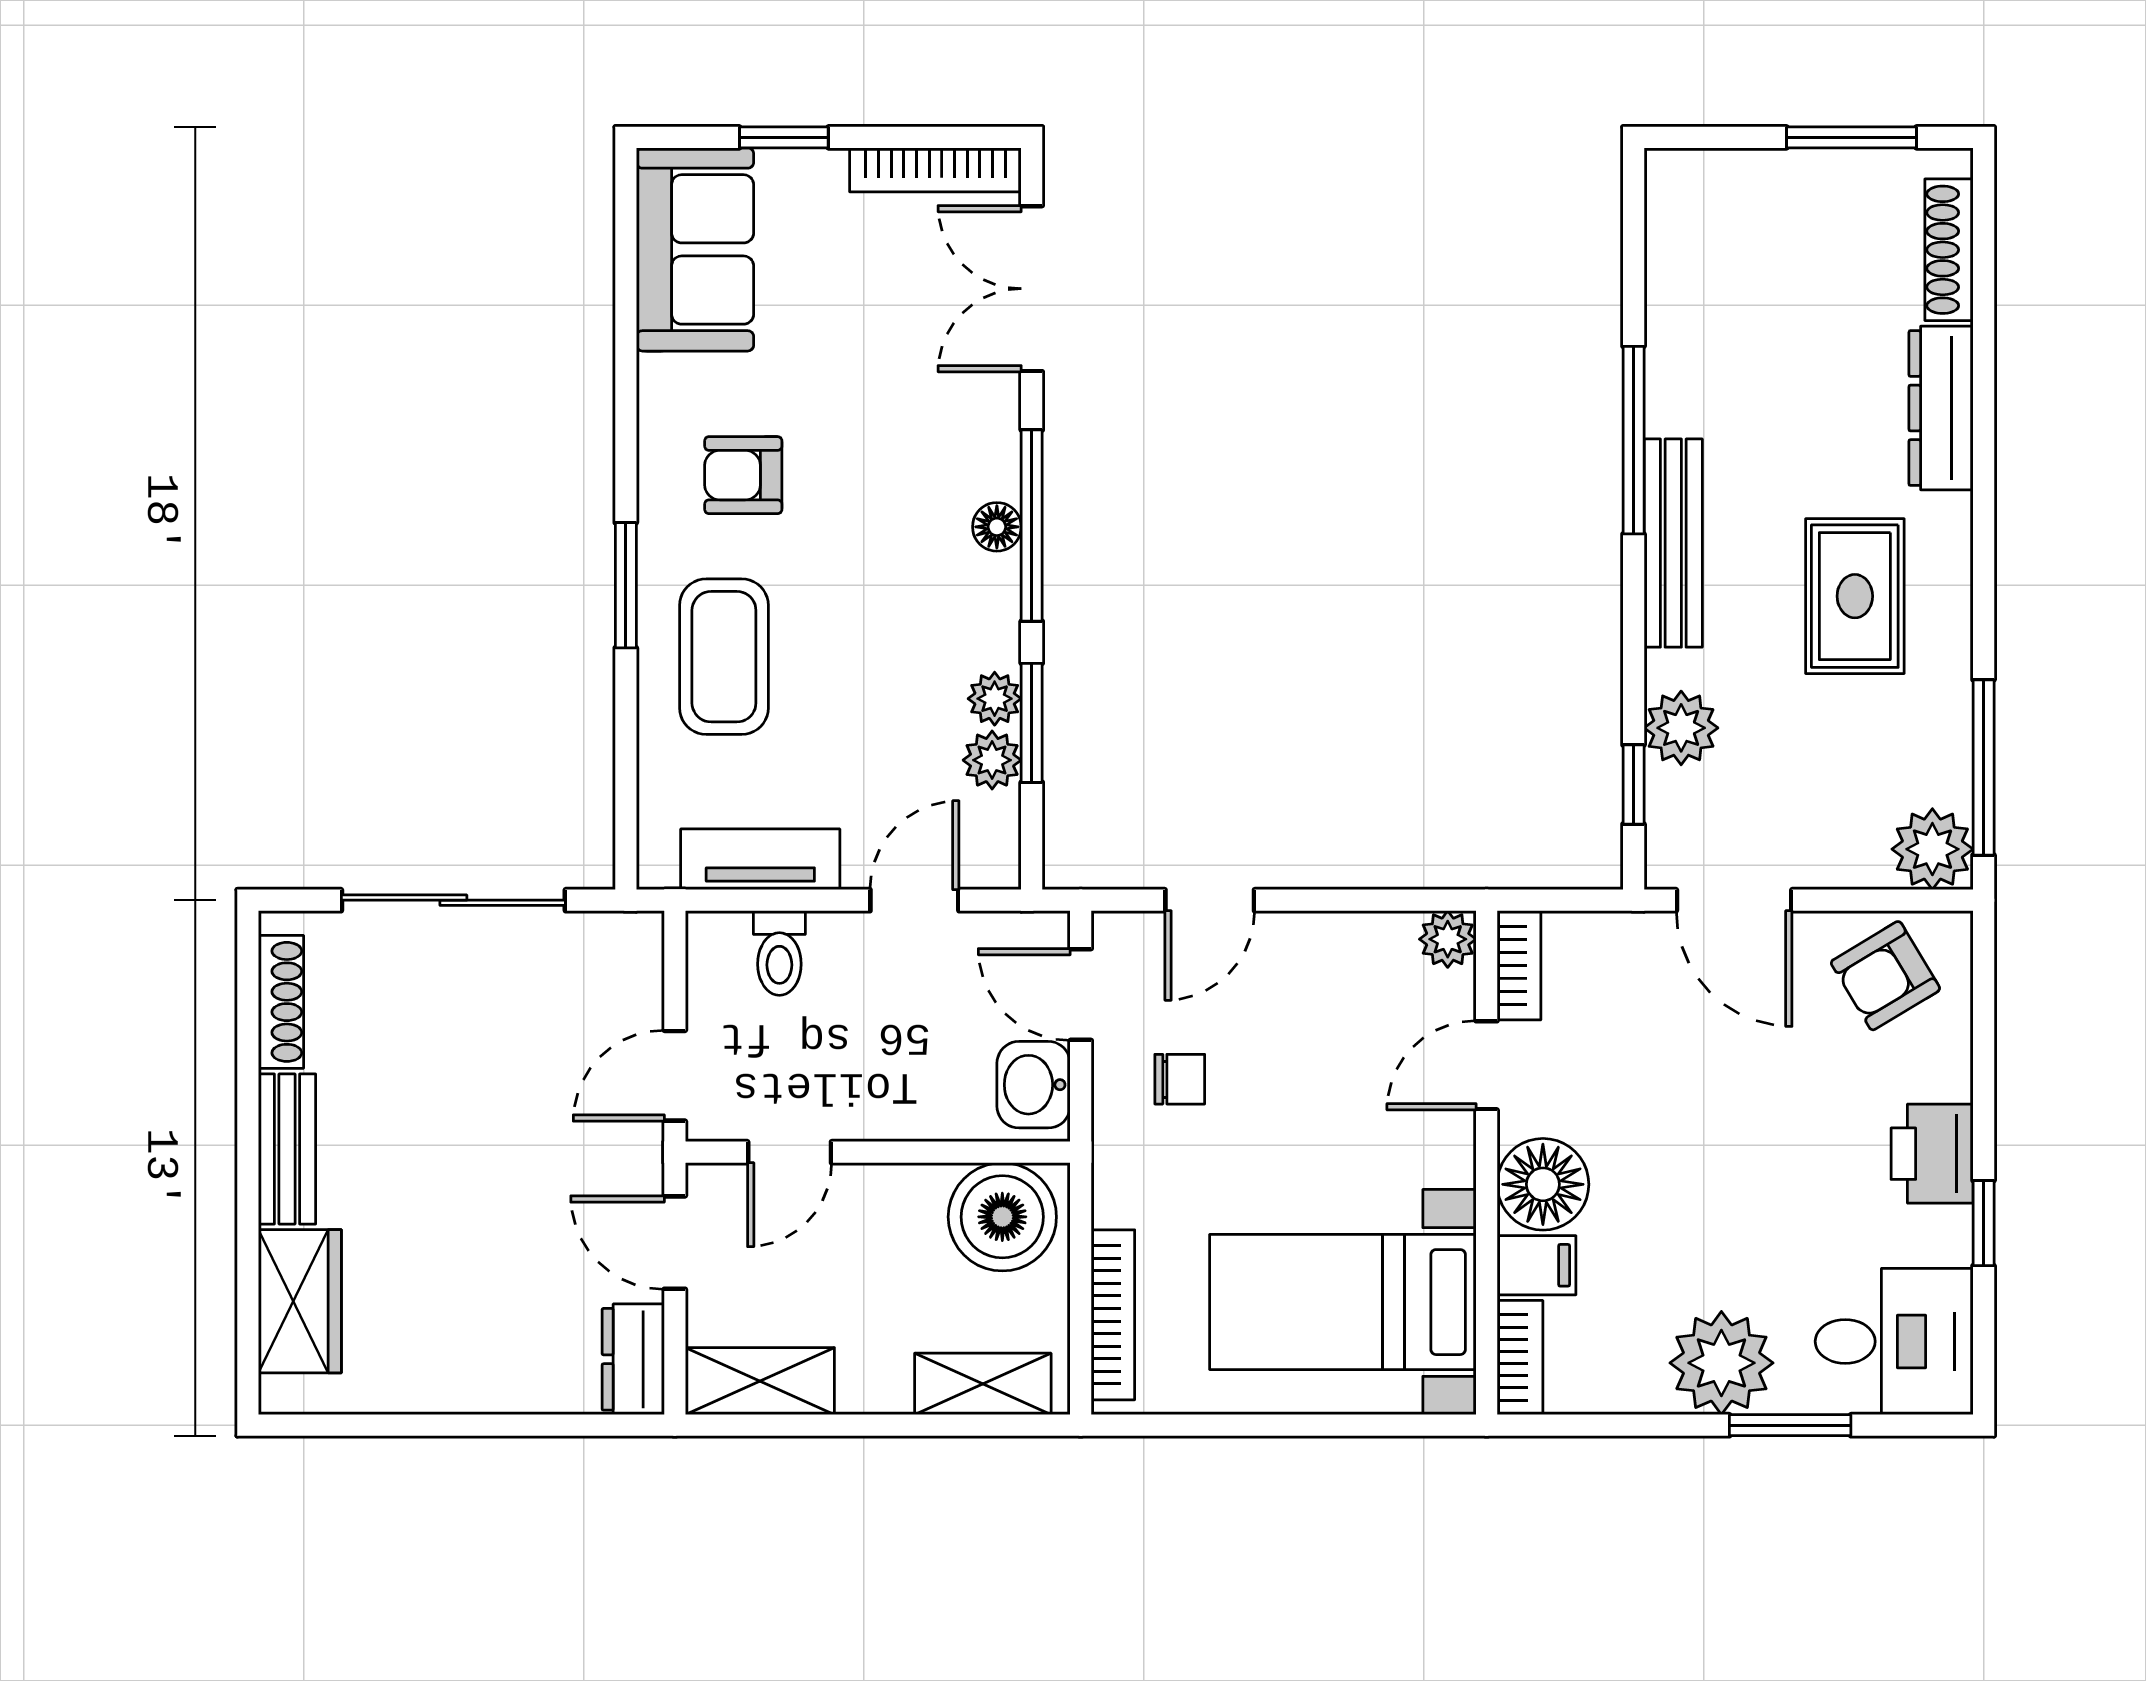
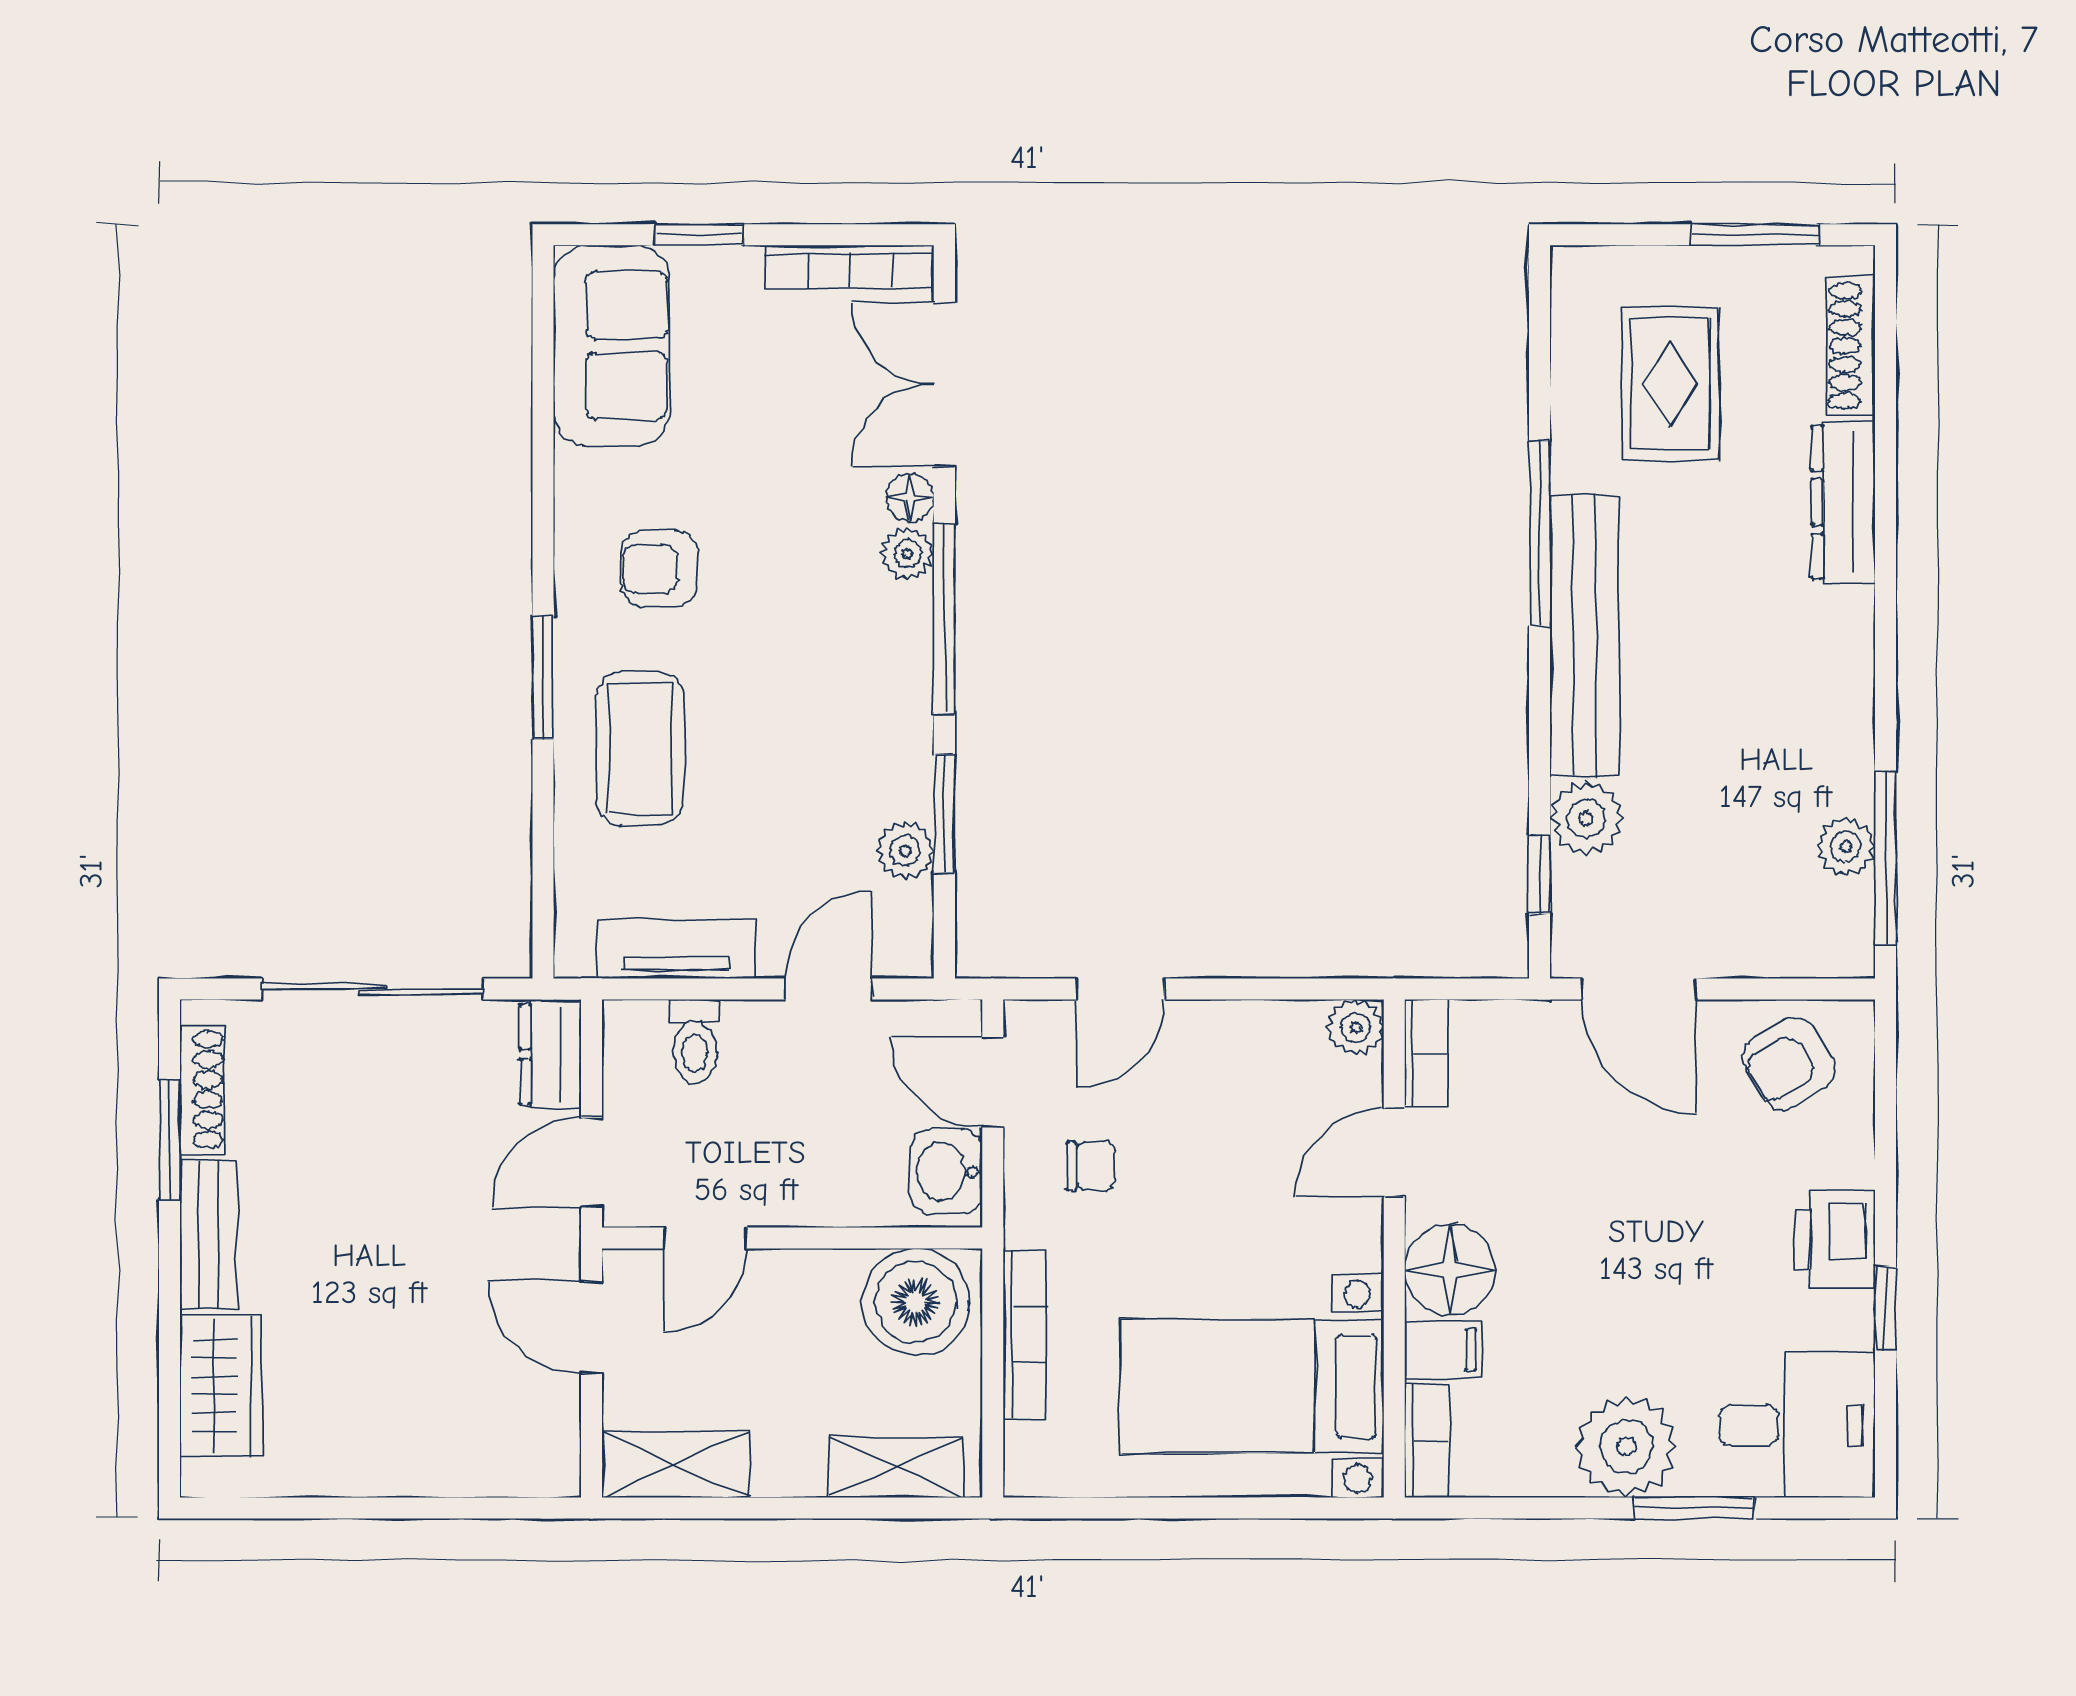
floor lamp: (997, 527) -> (910, 498), moved
bench: (1673, 543) -> (1585, 636), width x1.37, depth x1.21
rug: (1855, 596) -> (1670, 384), moved
plant: (995, 699) -> (908, 554), moved
plant: (1932, 849) -> (1846, 846), moved, width x0.73, depth x0.73
window: (248, 1053) -> (169, 1140), added
bookcase: (1113, 1315) -> (1025, 1335), moved
dresser: (633, 1359) -> (550, 1054), moved

